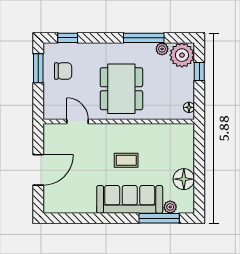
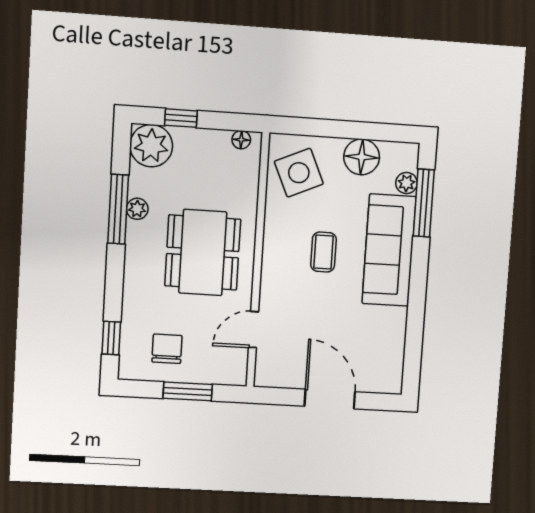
plant: (162, 49) -> (137, 209), moved
window: (38, 68) -> (188, 391), moved
dining table: (121, 89) -> (203, 253), turned 90
side table: (172, 142) -> (299, 173), added

